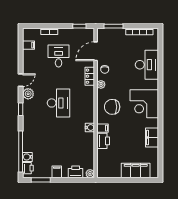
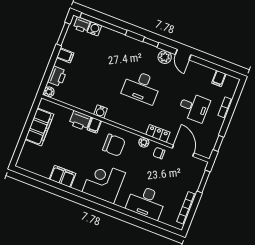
chair: (112, 107) -> (114, 145), turned 90
filing cabinet: (136, 170) -> (39, 127), moved

